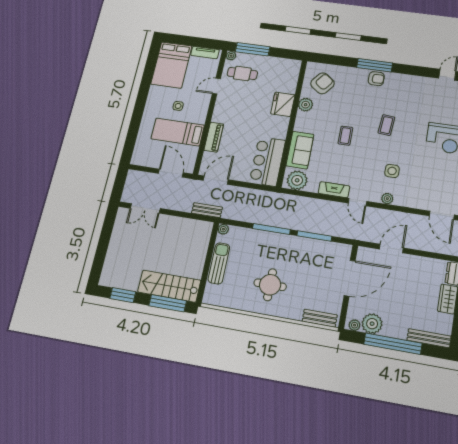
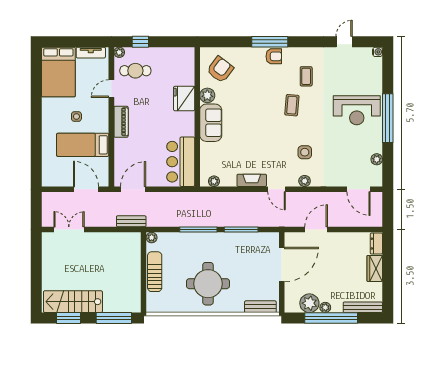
window: (253, 49) -> (140, 42), width x0.46
coffee table: (345, 136) -> (306, 76), moved
piano: (214, 137) -> (121, 122), moved
sofa: (300, 150) -> (211, 123), moved
plant: (297, 180) -> (214, 181), width x0.53, depth x0.53
double door: (145, 208) -> (69, 230), swing flipped
round table: (270, 285) -> (208, 284), width x1.36, depth x1.36
stairs: (169, 286) -> (73, 302), moved
plant: (354, 325) -> (325, 307), moved

